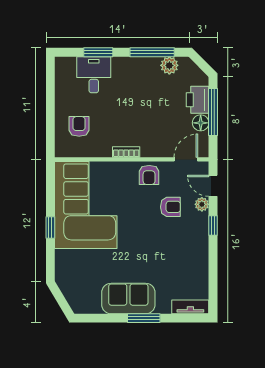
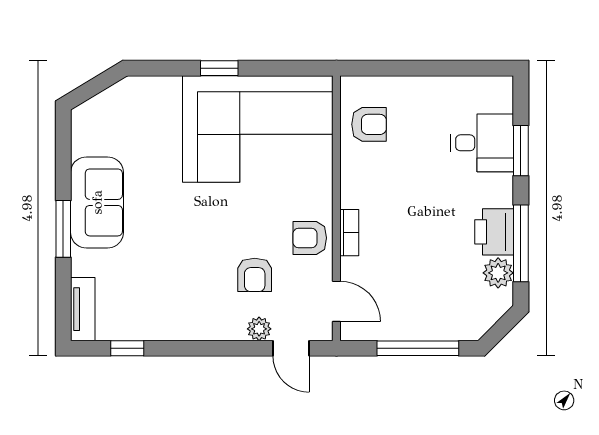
printer: (198, 100) -> (494, 232), moved, turned -90
floor lamp: (201, 123) -> (399, 327), removed
armchair: (79, 126) -> (369, 124), moved
bookcase: (126, 152) -> (349, 233), moved
door: (213, 186) -> (291, 348), swing flipped
window: (213, 225) -> (127, 348), moved

